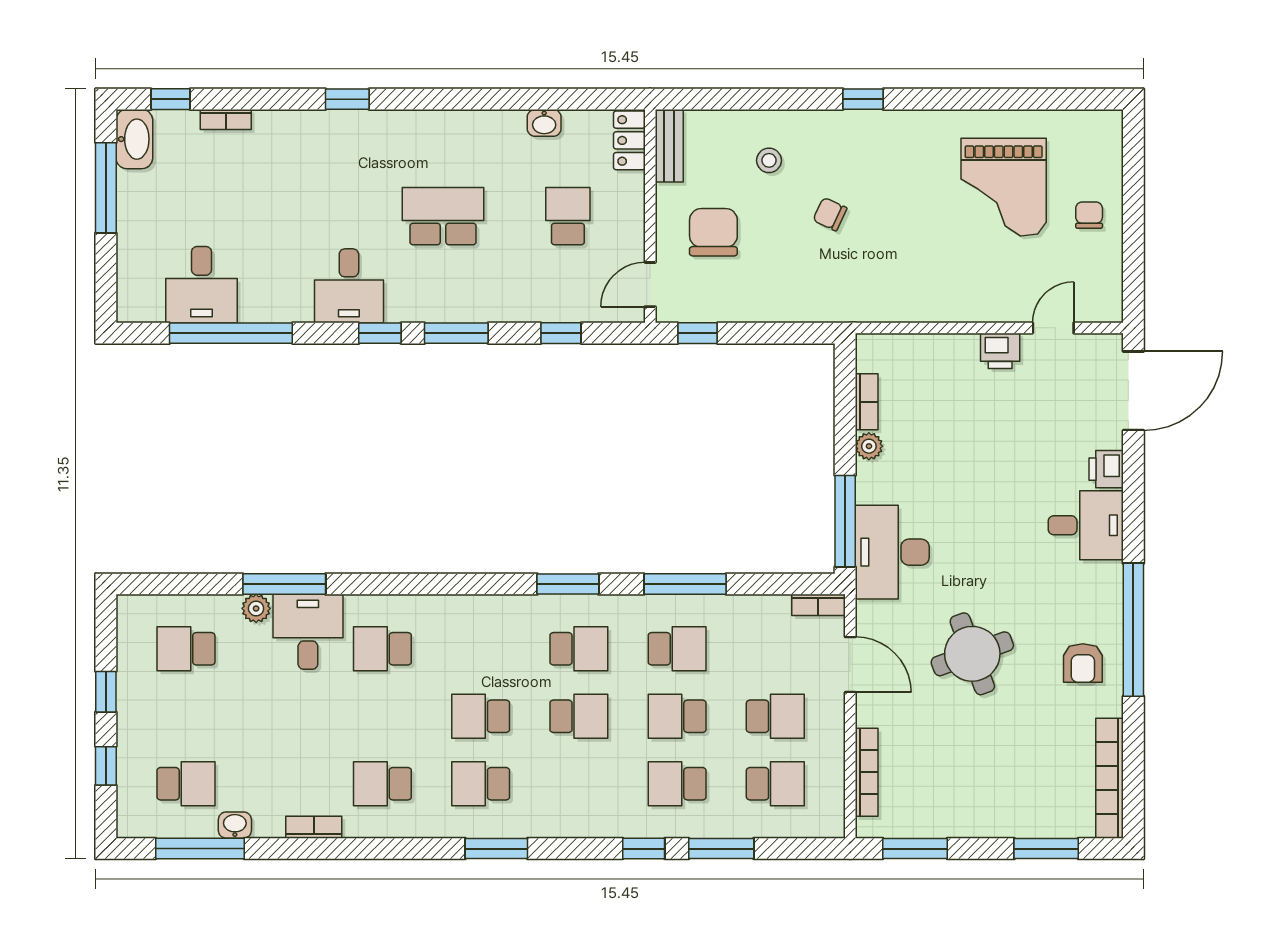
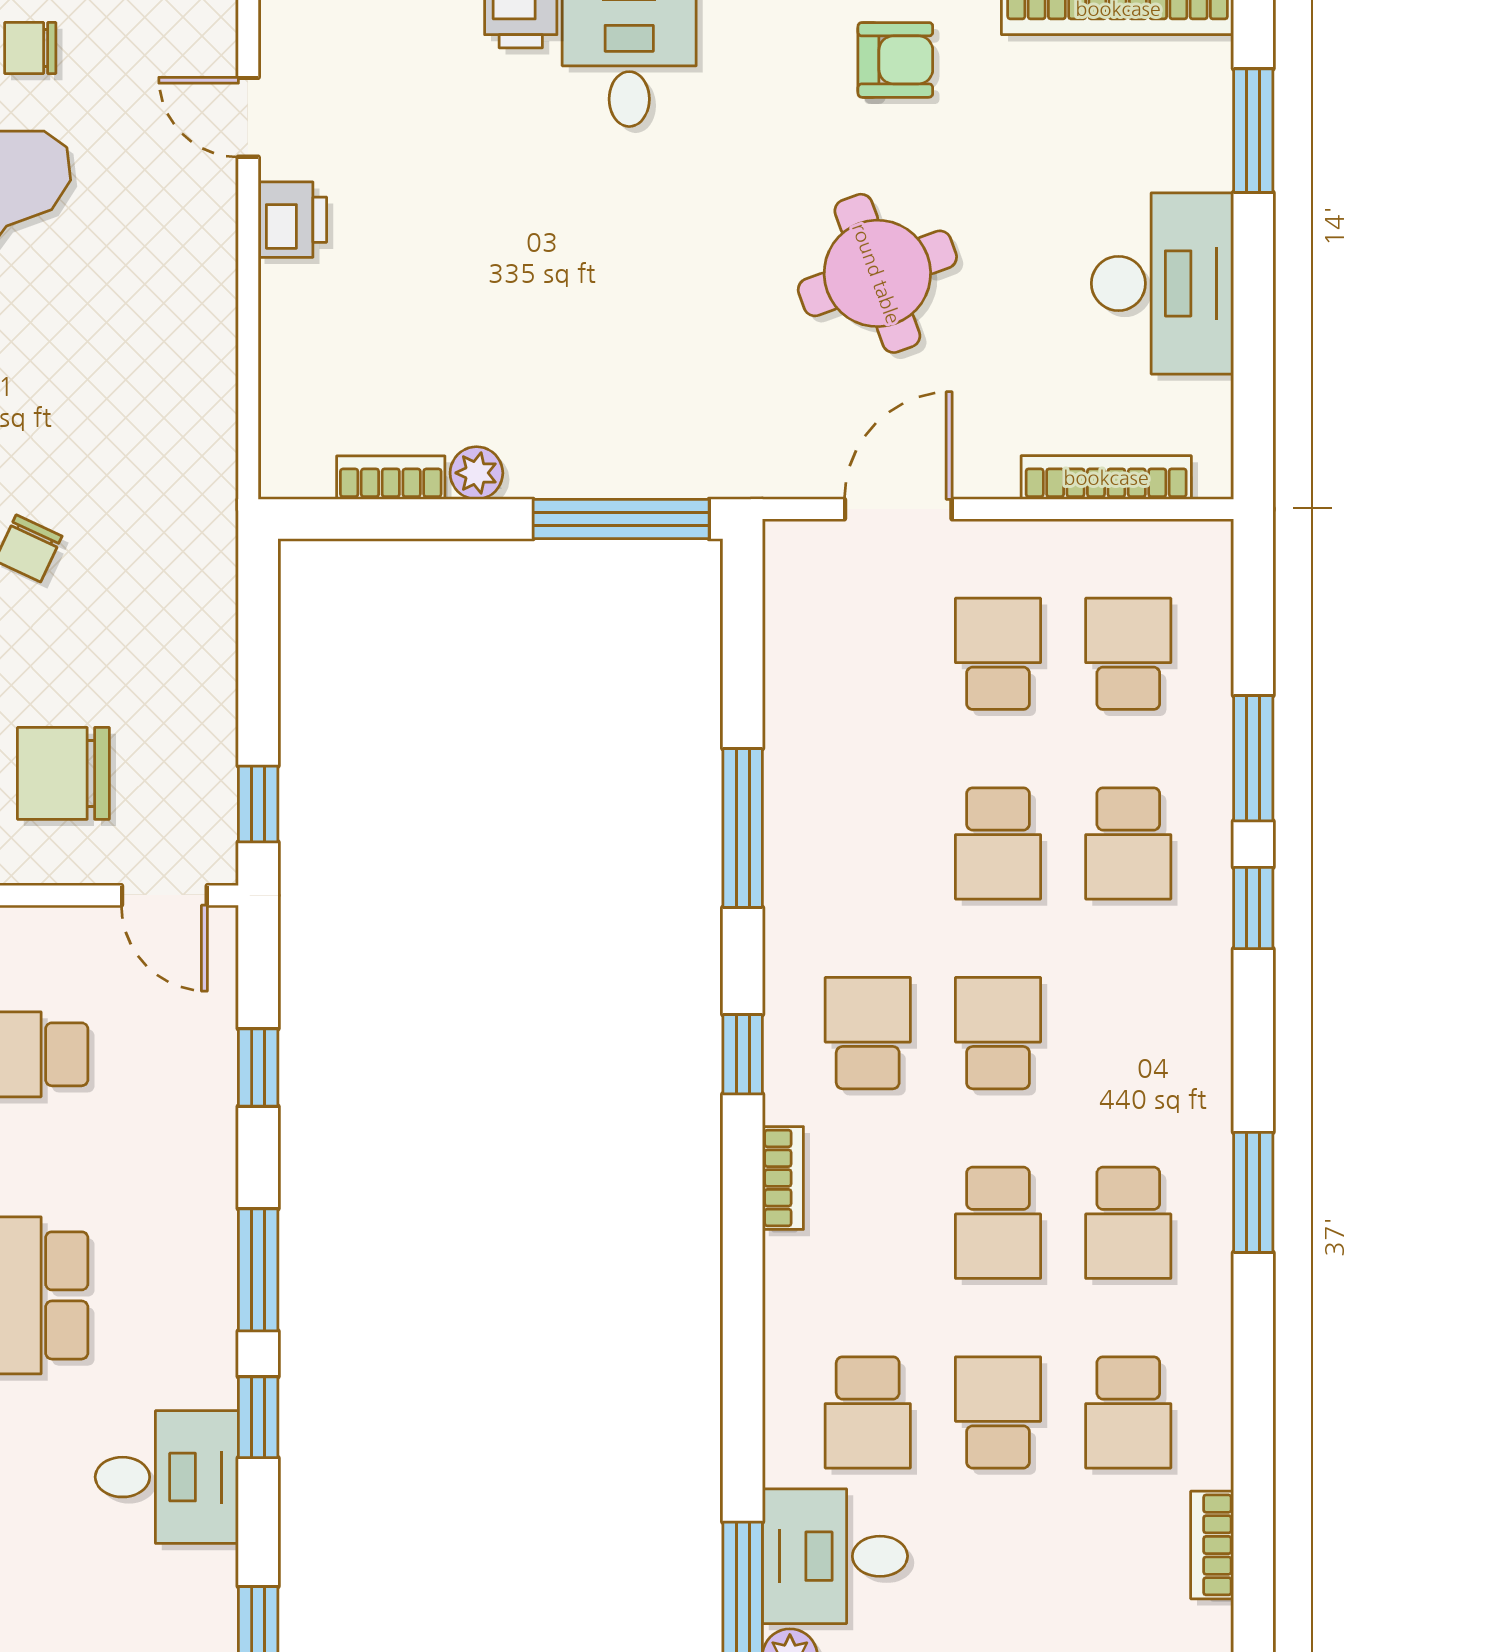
desk: (892, 552) -> (1163, 283), moved, turned -90
window: (568, 584) -> (743, 1054), width x0.67
bookcase: (818, 605) -> (783, 1178), moved
school desk: (677, 649) -> (998, 1412), moved
window: (915, 849) -> (1253, 384), removed

